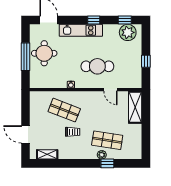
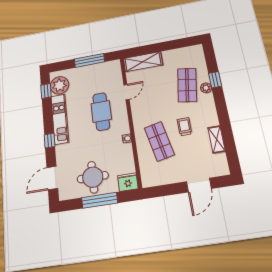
window: (94, 20) -> (50, 141), moved
kitchen unit: (81, 30) -> (60, 119), moved
window: (146, 61) -> (89, 60), width x2.17
fridge: (36, 81) -> (128, 182), added
shop shelf: (64, 110) -> (159, 141), turned -33
shelving: (47, 154) -> (217, 139), moved

